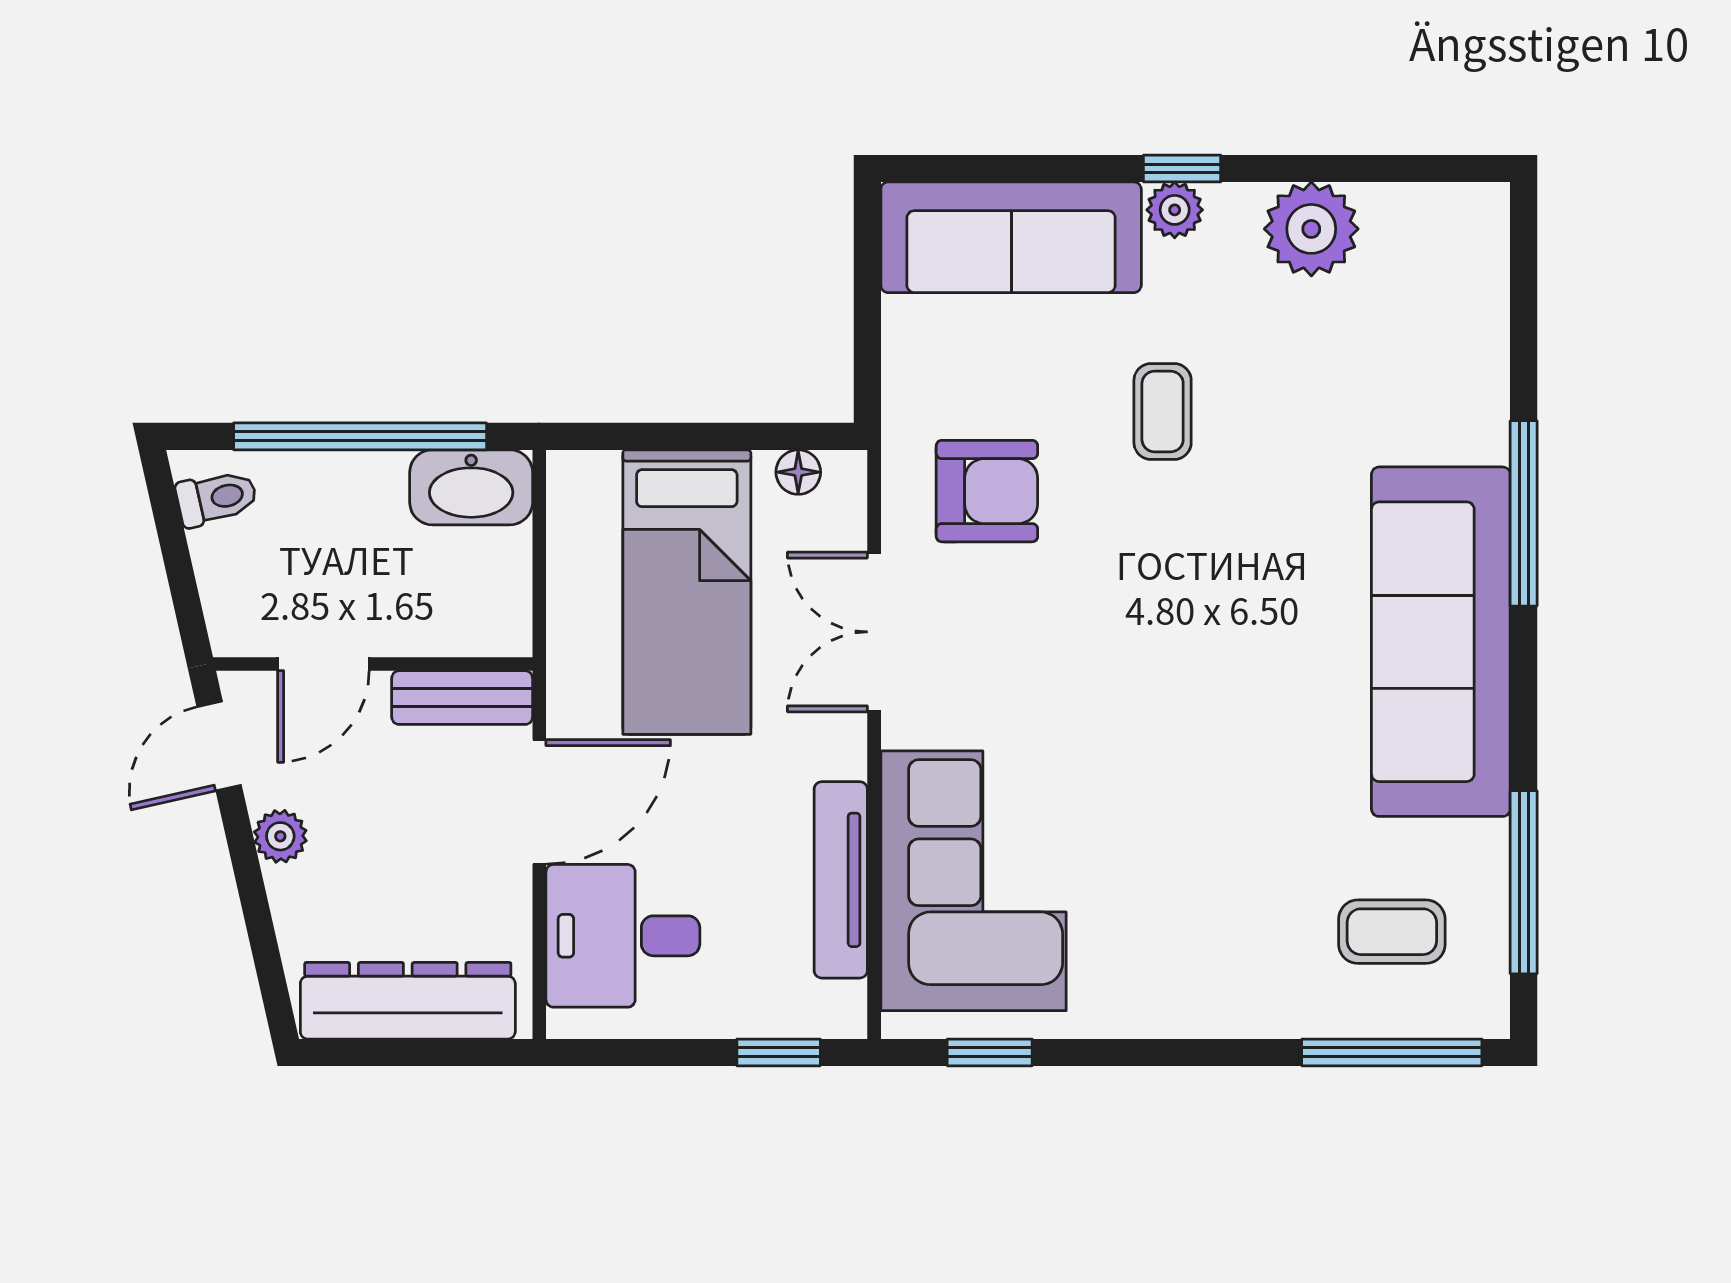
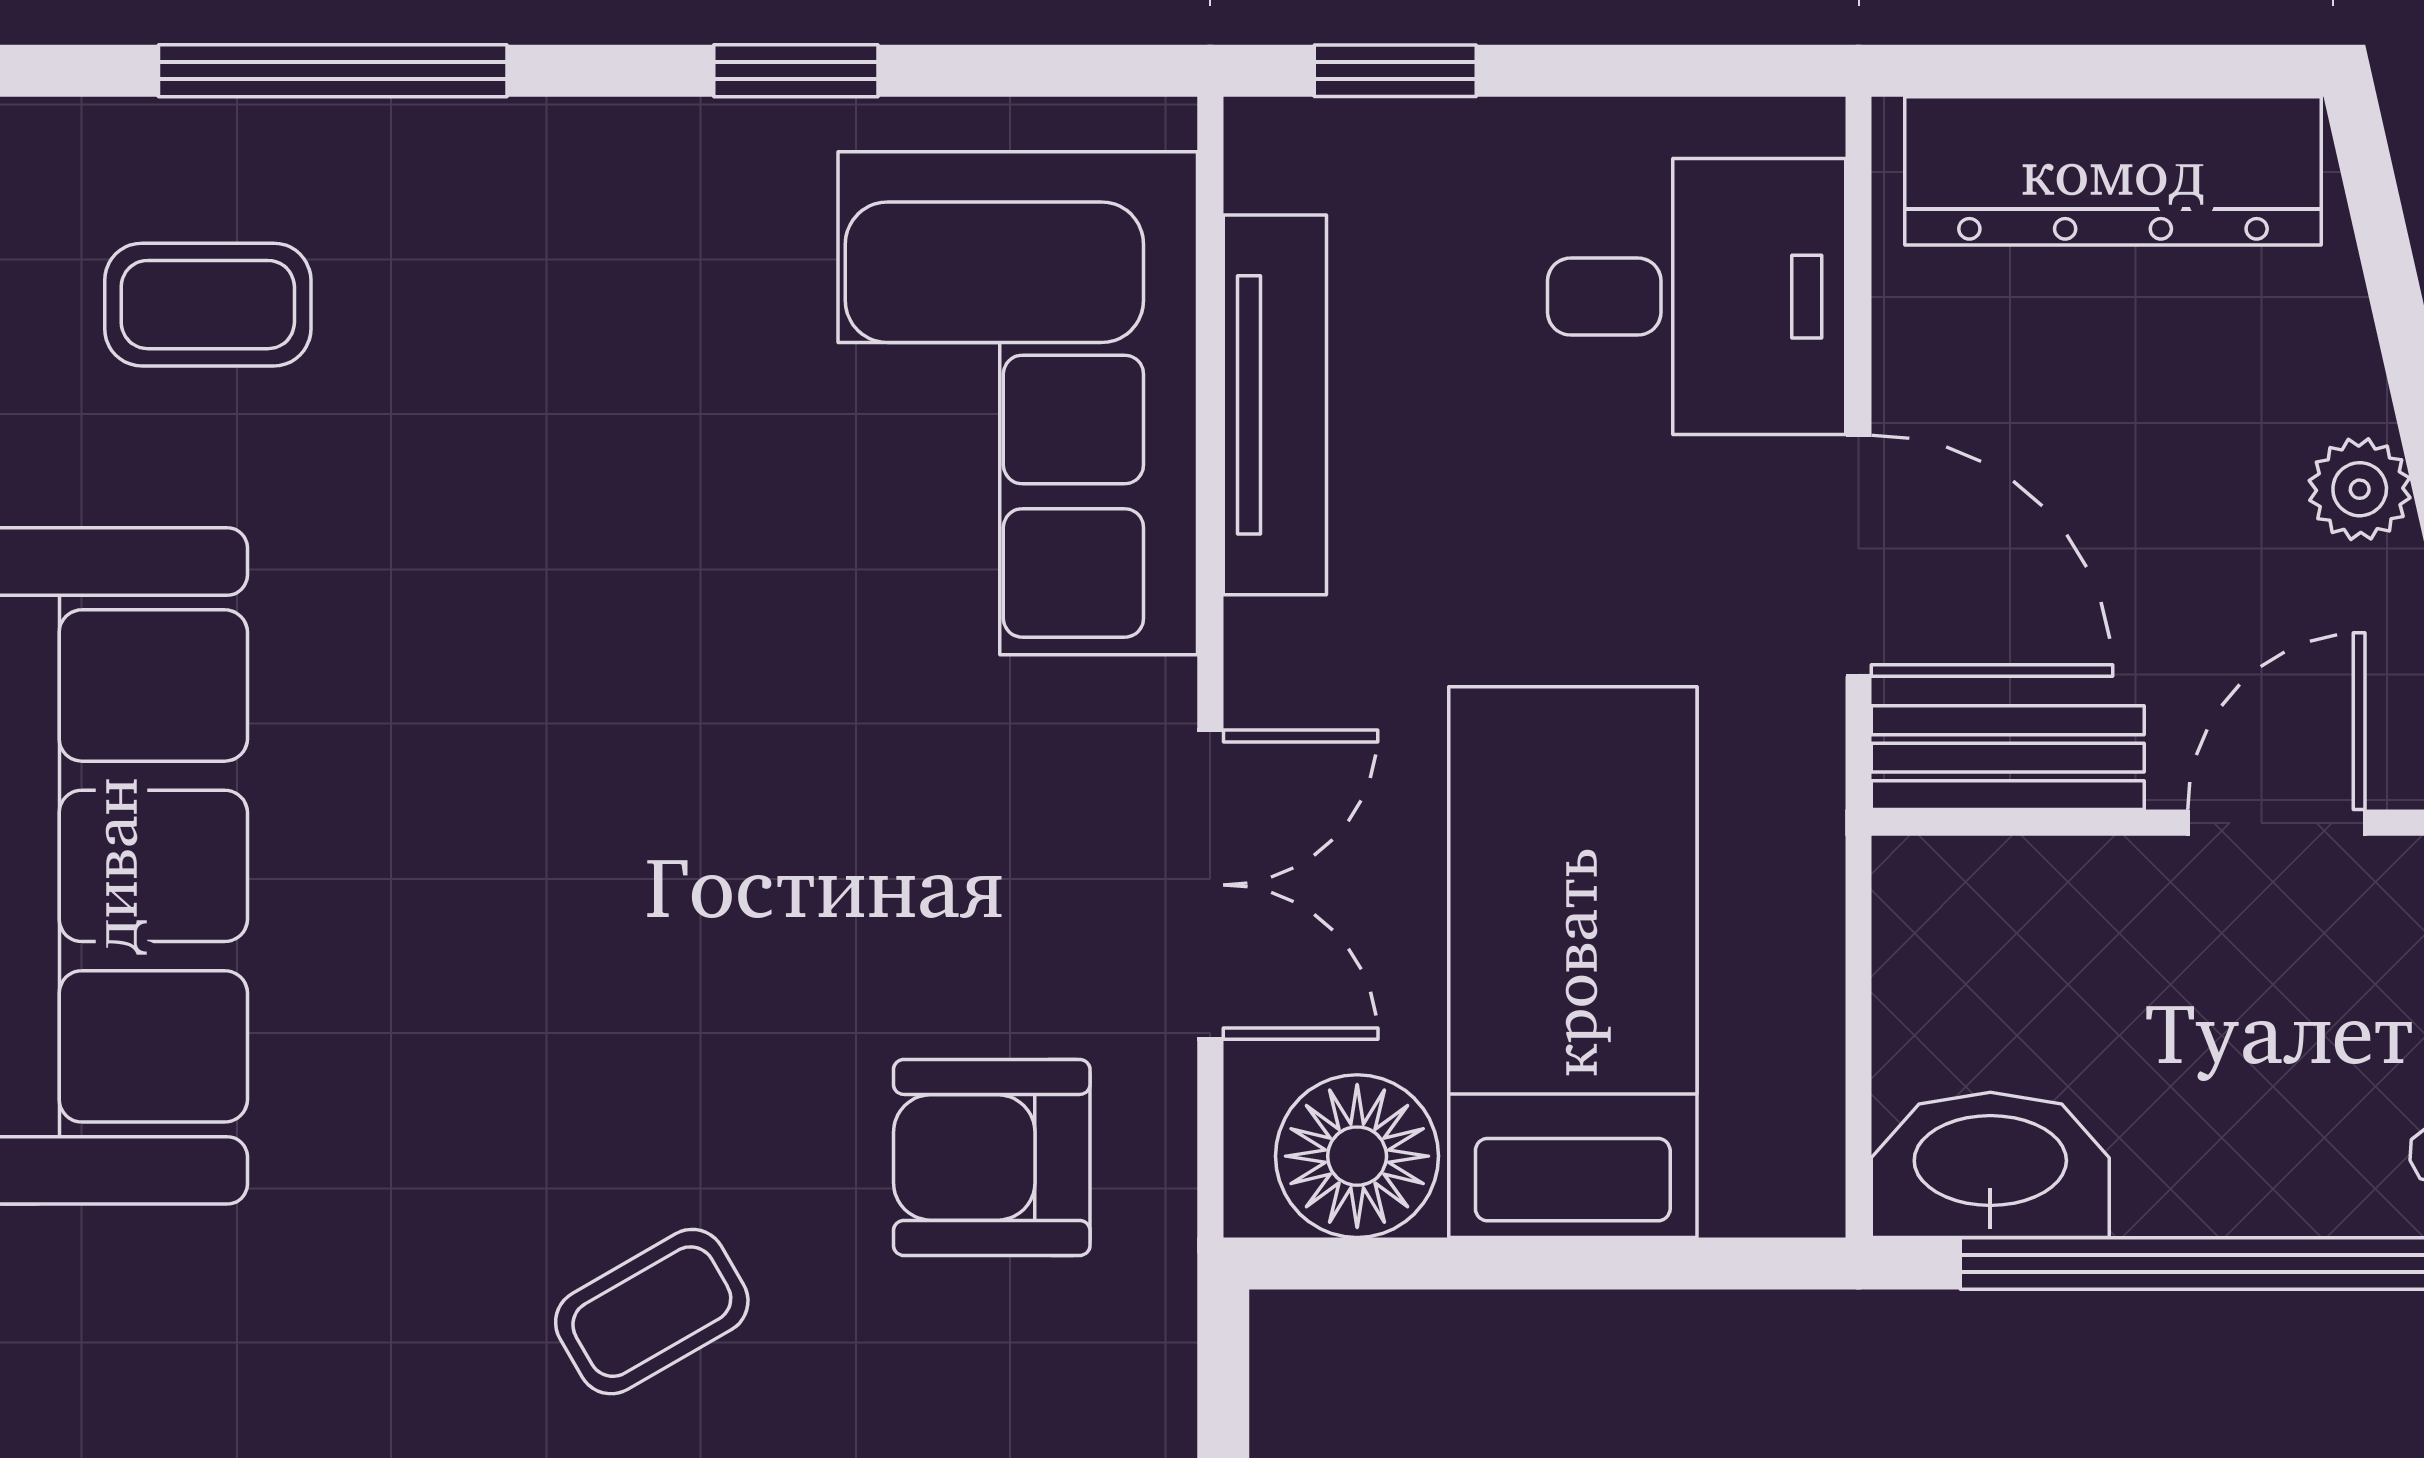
coffee table: (1163, 411) -> (652, 1312), turned 60
floor lamp: (798, 472) -> (1357, 1156), width x1.89, depth x1.89
door: (539, 802) -> (1859, 556), swing flipped
window: (990, 1052) -> (796, 71), moved
window: (1392, 1052) -> (333, 71), moved

